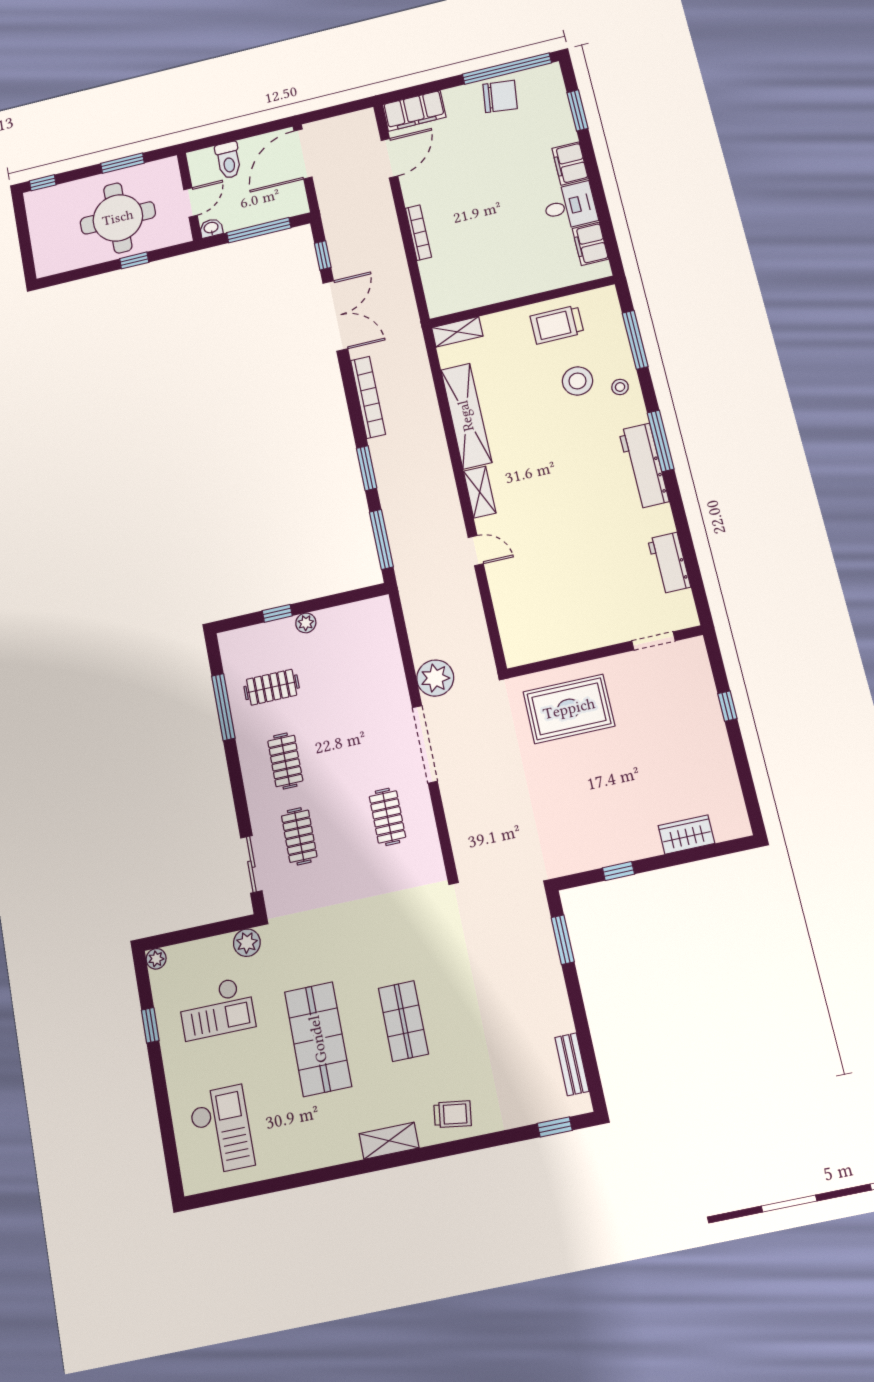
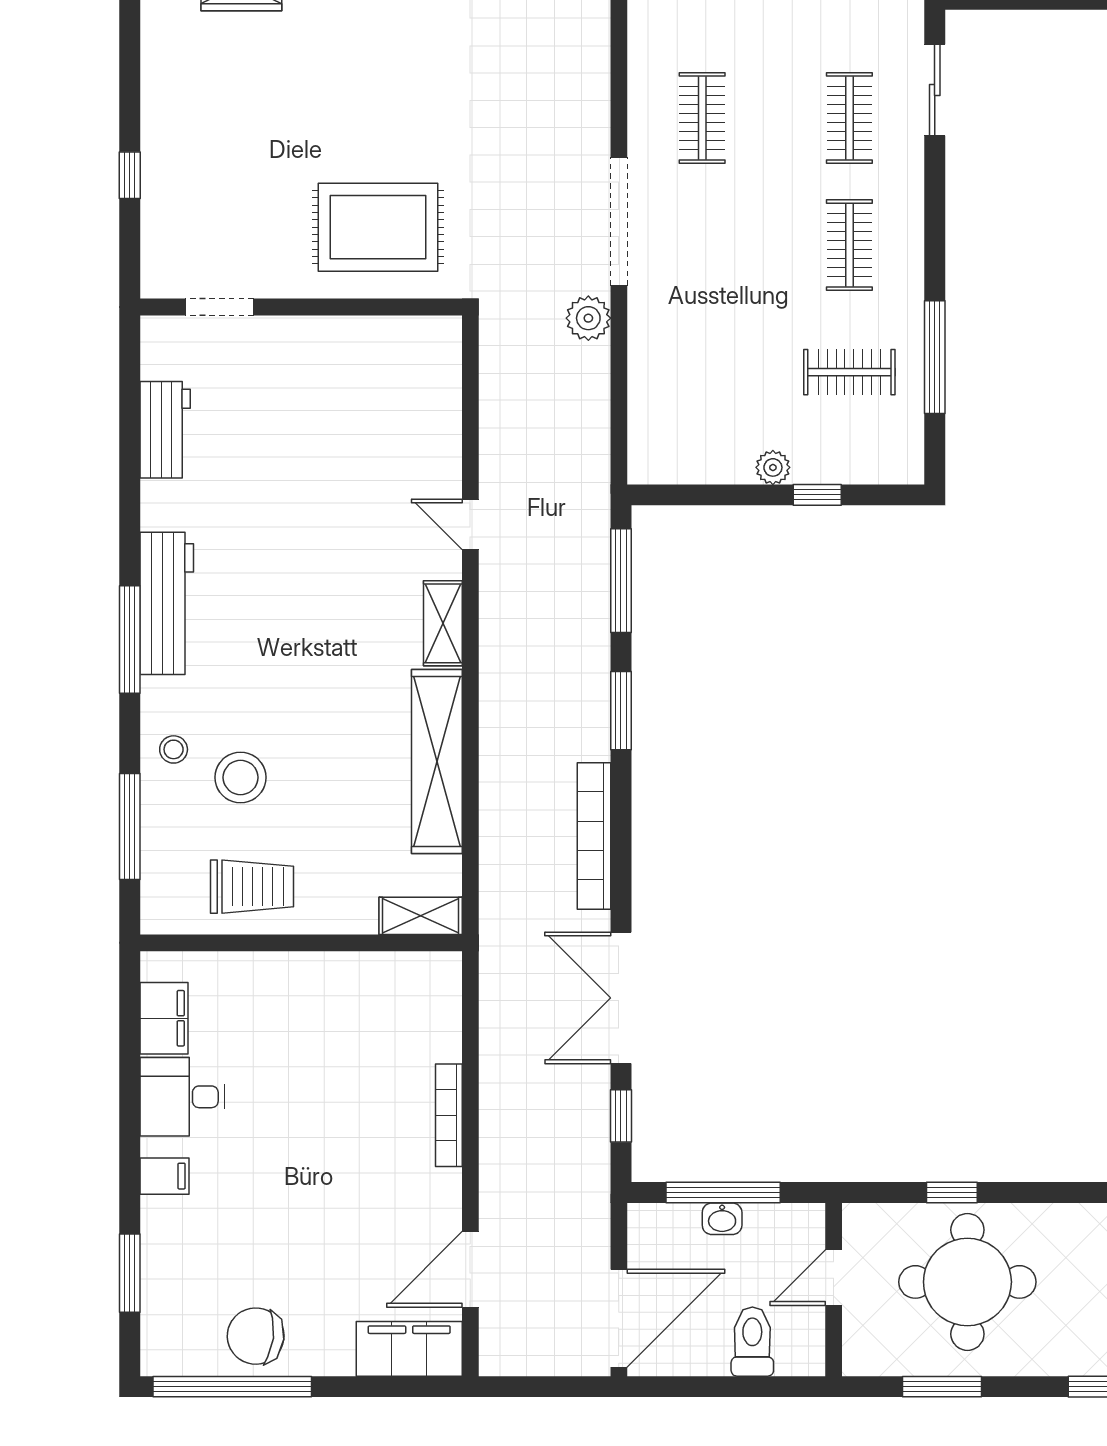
filing cabinet: (570, 164) -> (164, 1176), width x0.50
washbasin: (211, 228) -> (722, 1219), moved
plant: (435, 678) -> (588, 318), width x0.73, depth x0.73

